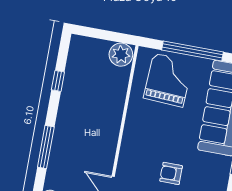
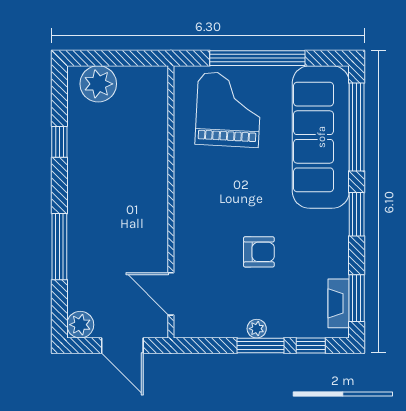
plant: (121, 55) -> (98, 84), moved
armchair: (171, 173) -> (259, 252), turned 180

